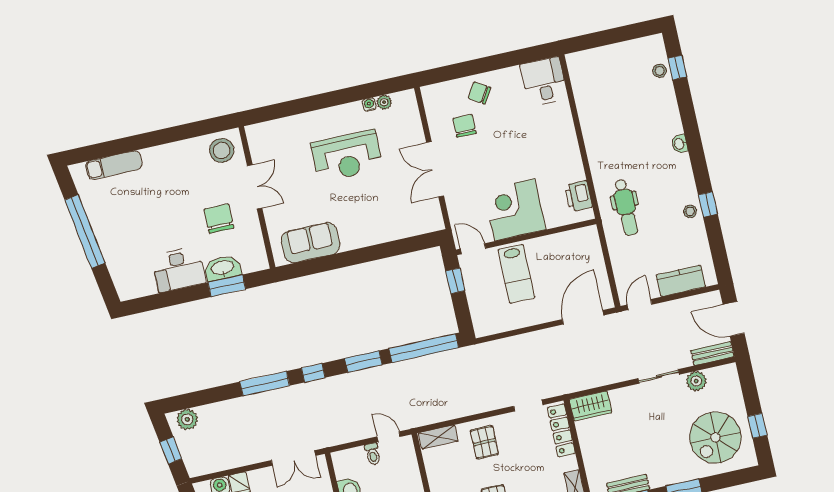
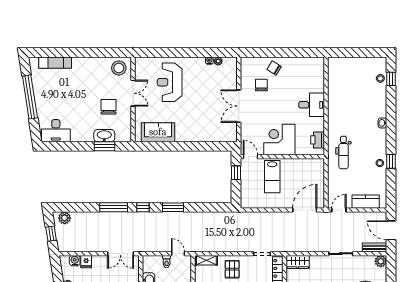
desk: (544, 81) -> (312, 105), moved, turned 90
reception desk: (347, 156) -> (170, 82), moved, turned 90
desk: (179, 269) -> (56, 131), moved
window: (424, 348) -> (209, 207), removed
plant: (696, 381) -> (381, 261), moved

